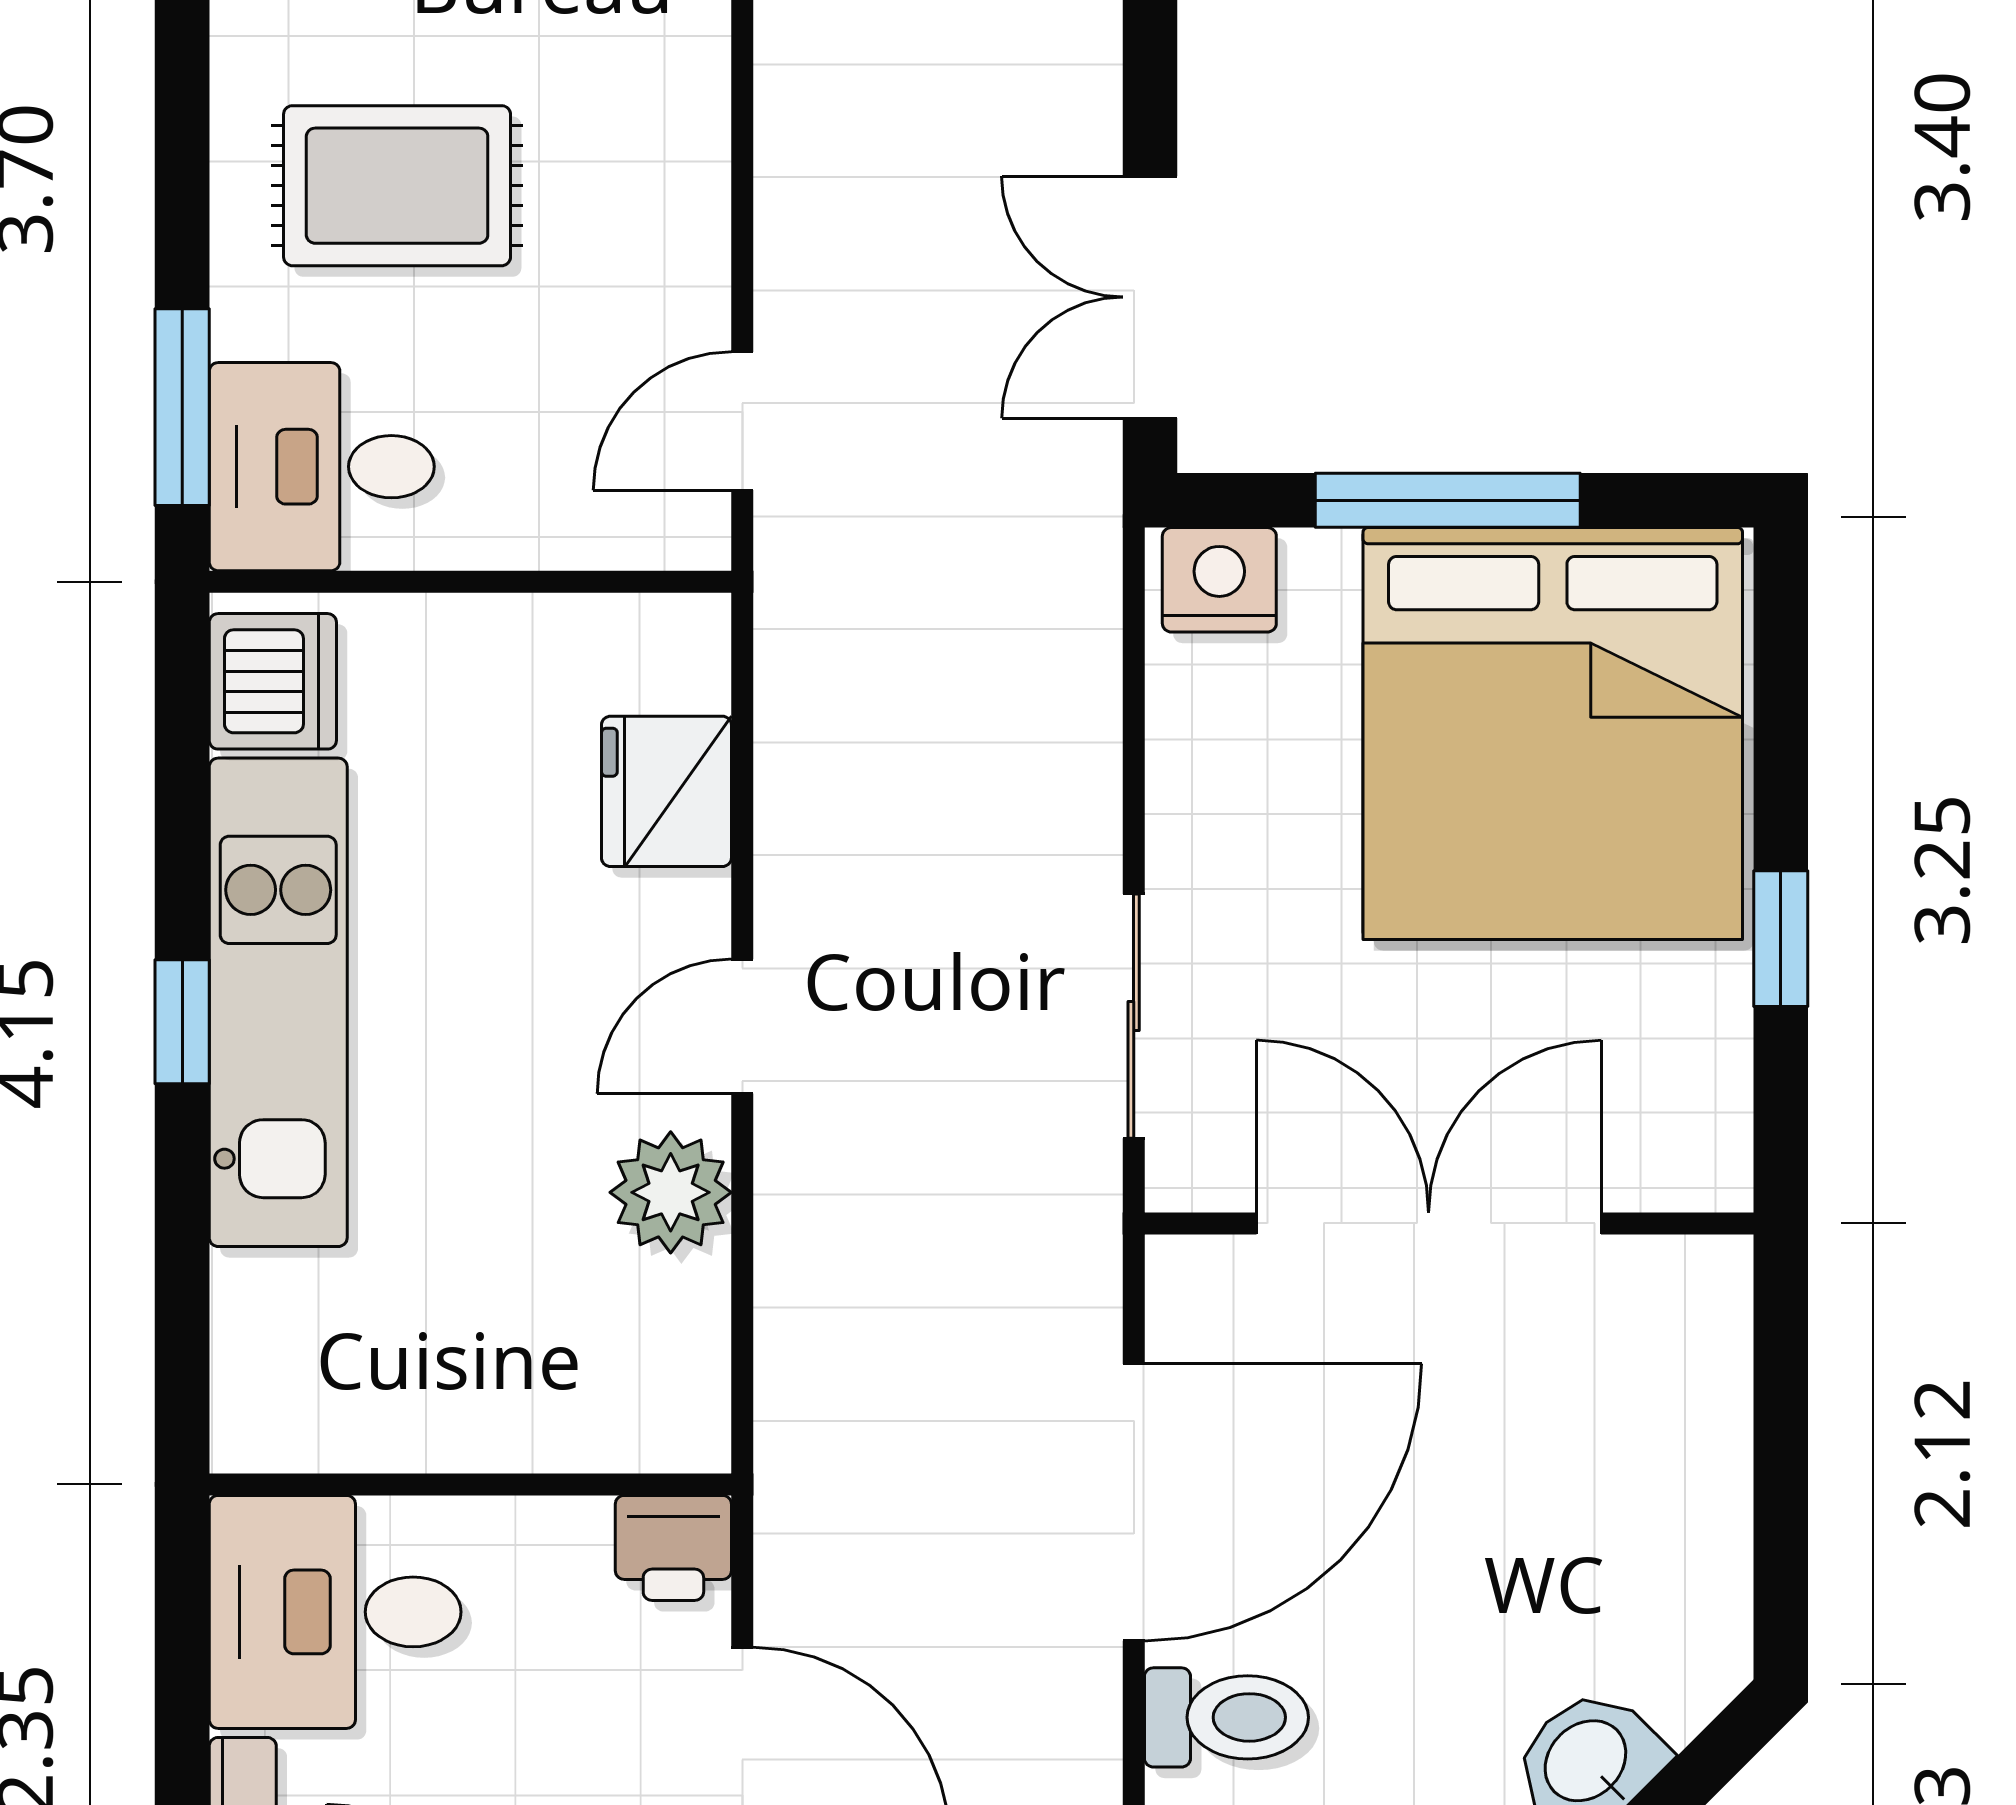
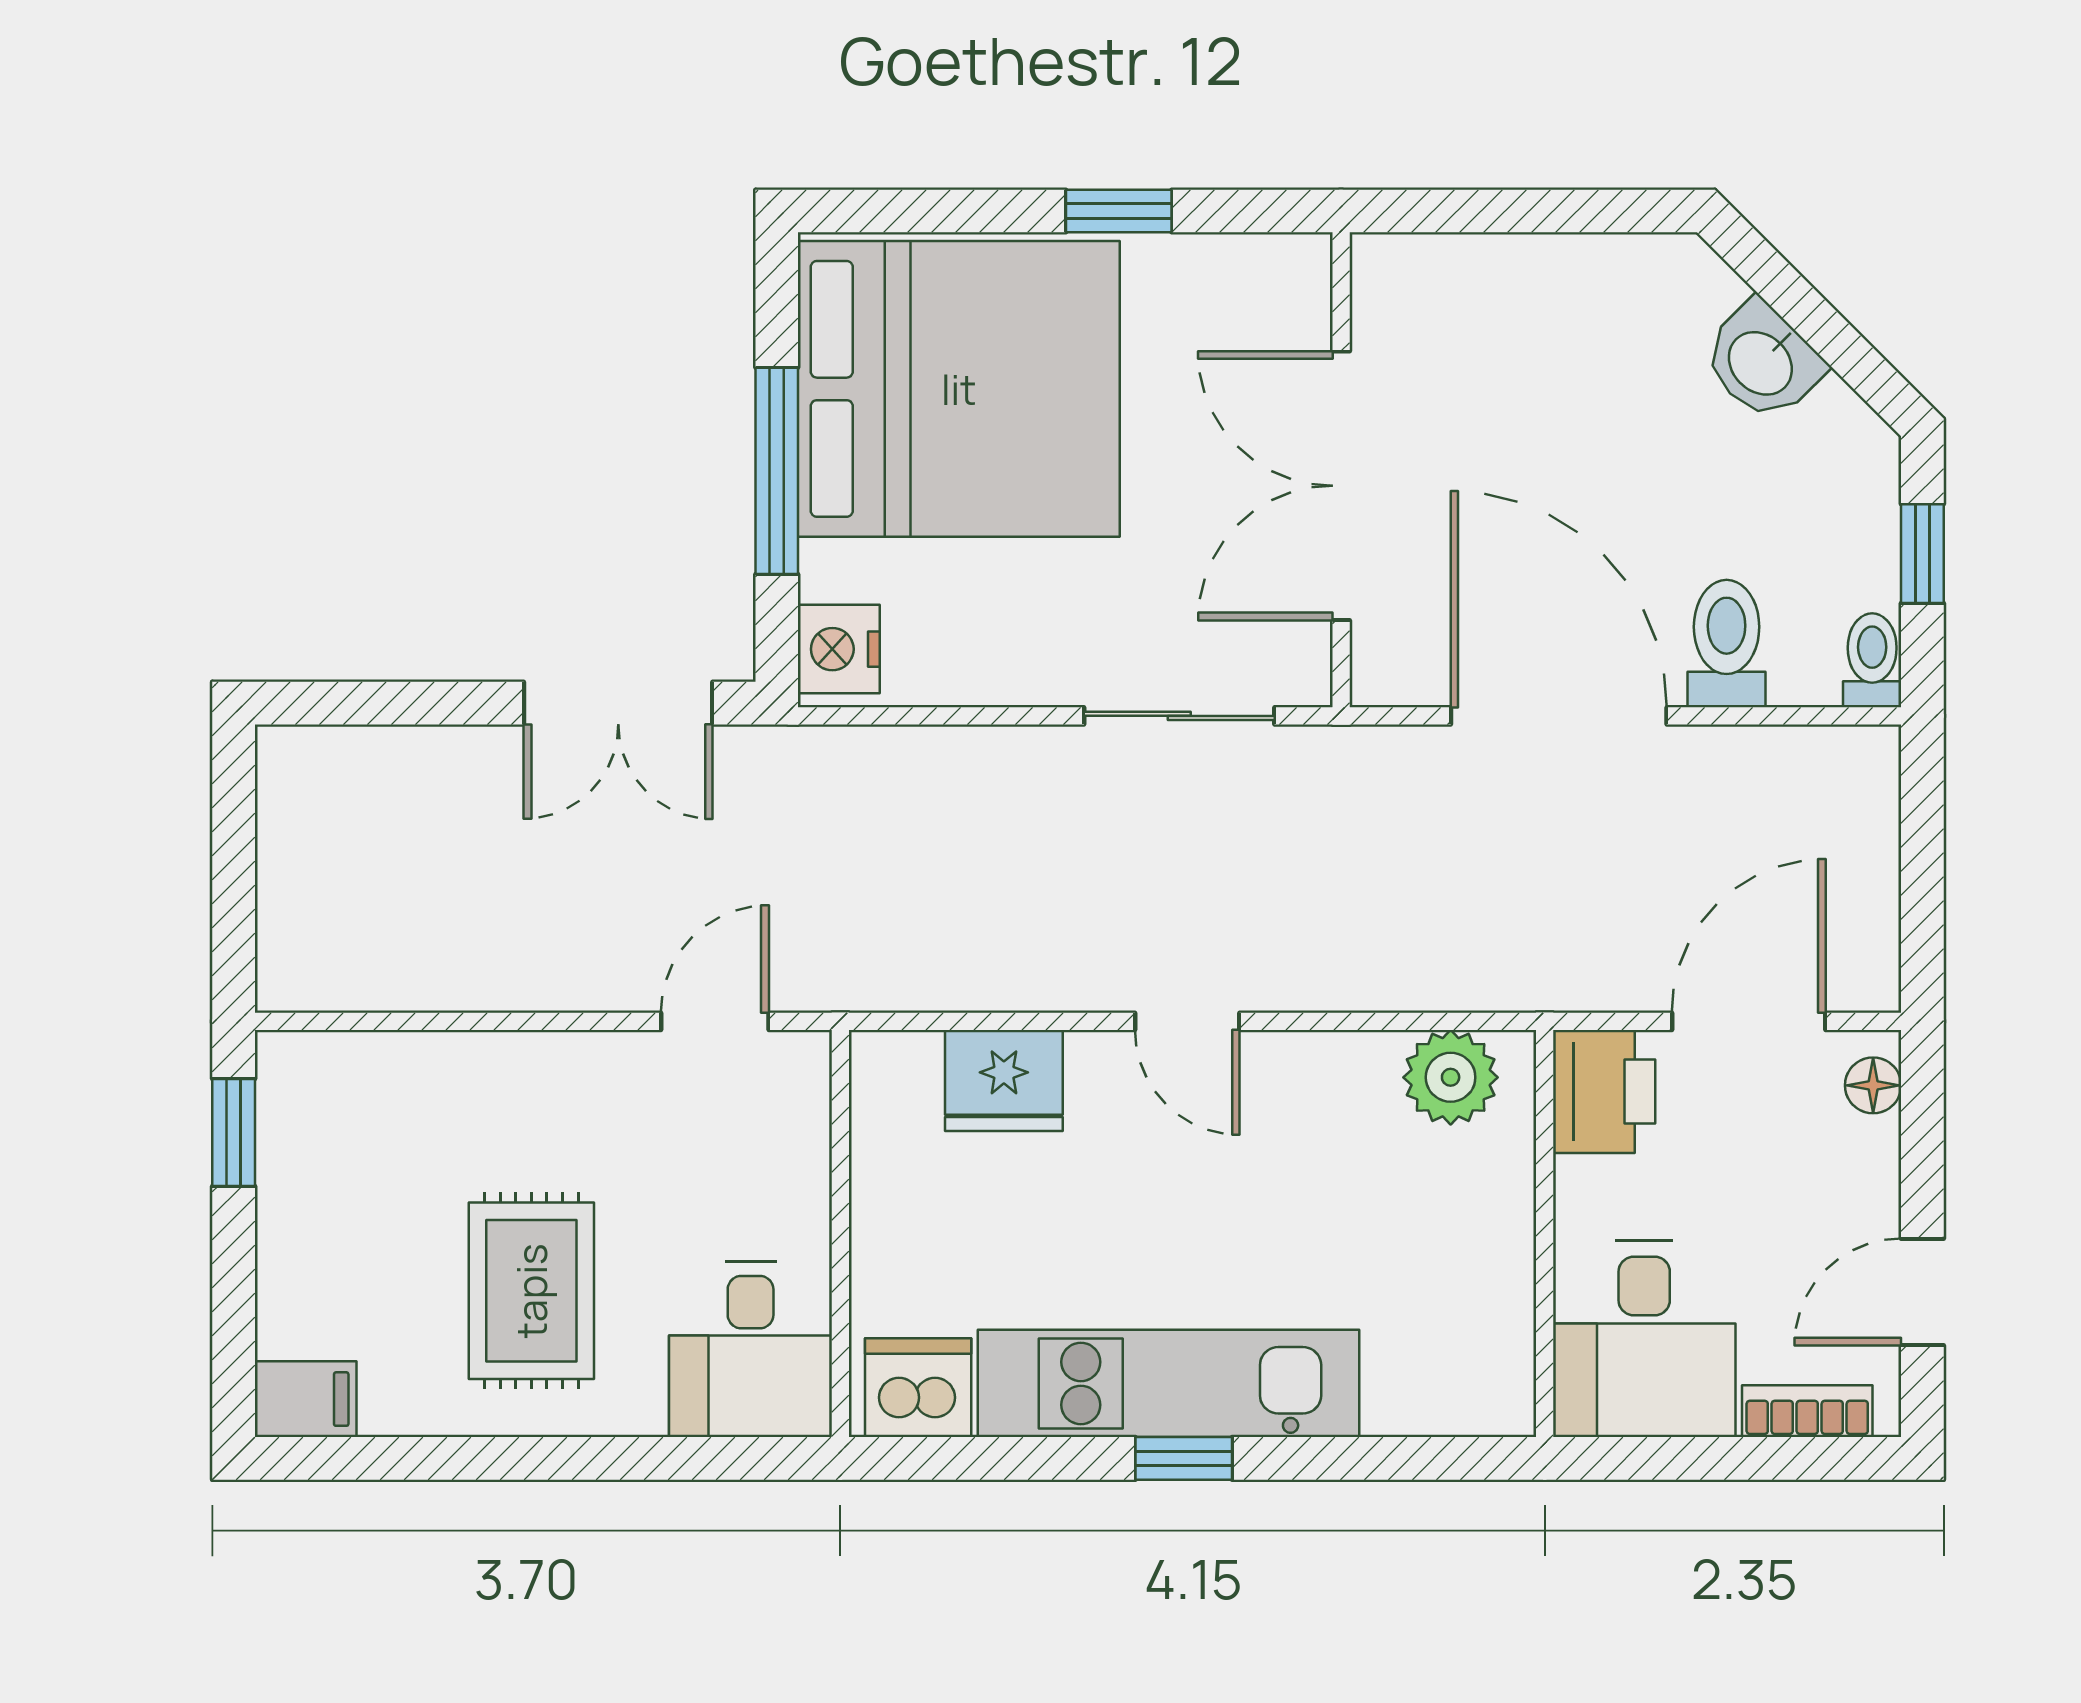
window: (182, 407) -> (704, 1458), removed
door: (742, 421) -> (715, 1021), swing flipped
plant: (671, 1192) -> (1451, 1077), moved
printer: (673, 1548) -> (1604, 1092), width x1.36, depth x1.24

